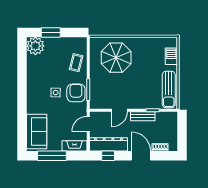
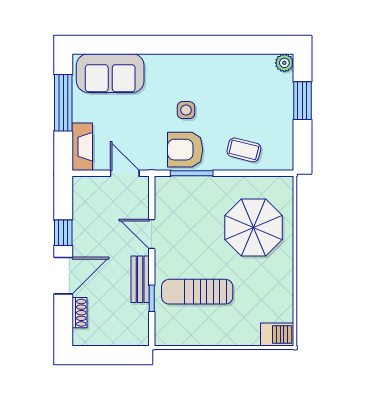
plant: (35, 46) -> (284, 63), width x0.53, depth x0.53
barbecue: (171, 56) -> (277, 335), moved
sun lounger: (169, 89) -> (197, 292), moved
armchair: (76, 93) -> (185, 150), turned 180
dresser: (109, 144) -> (85, 213), removed
window: (108, 156) -> (63, 233), moved

